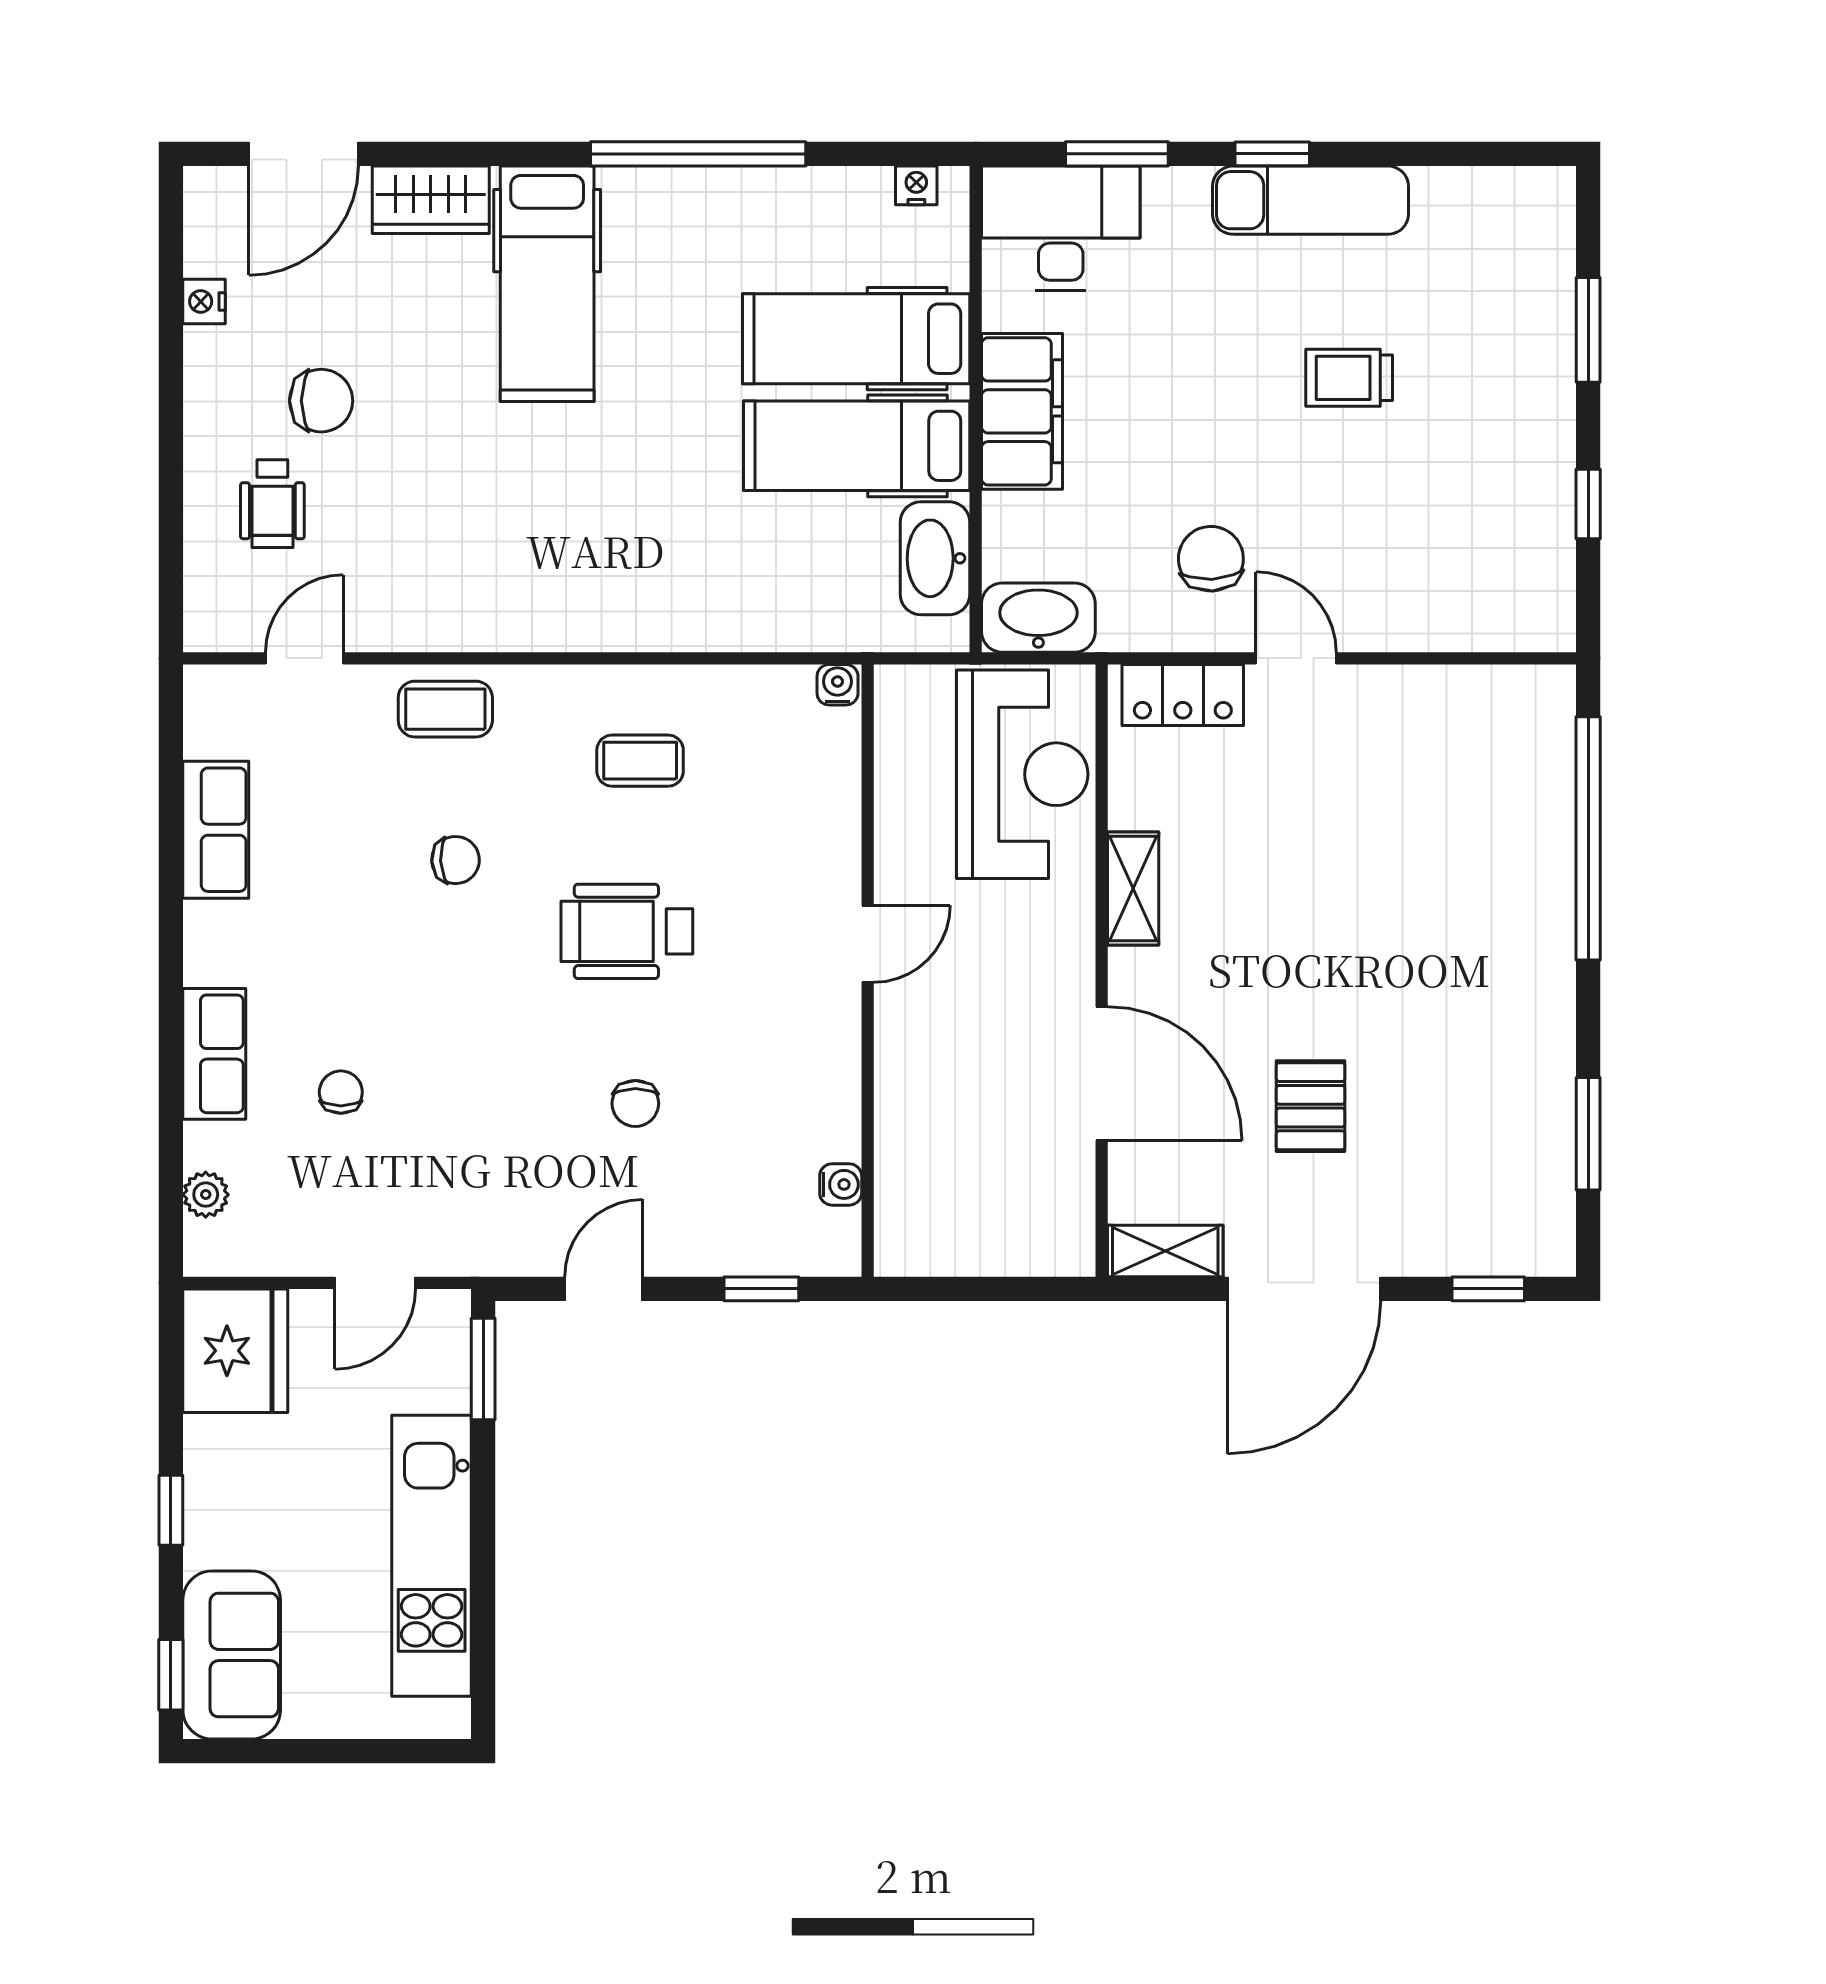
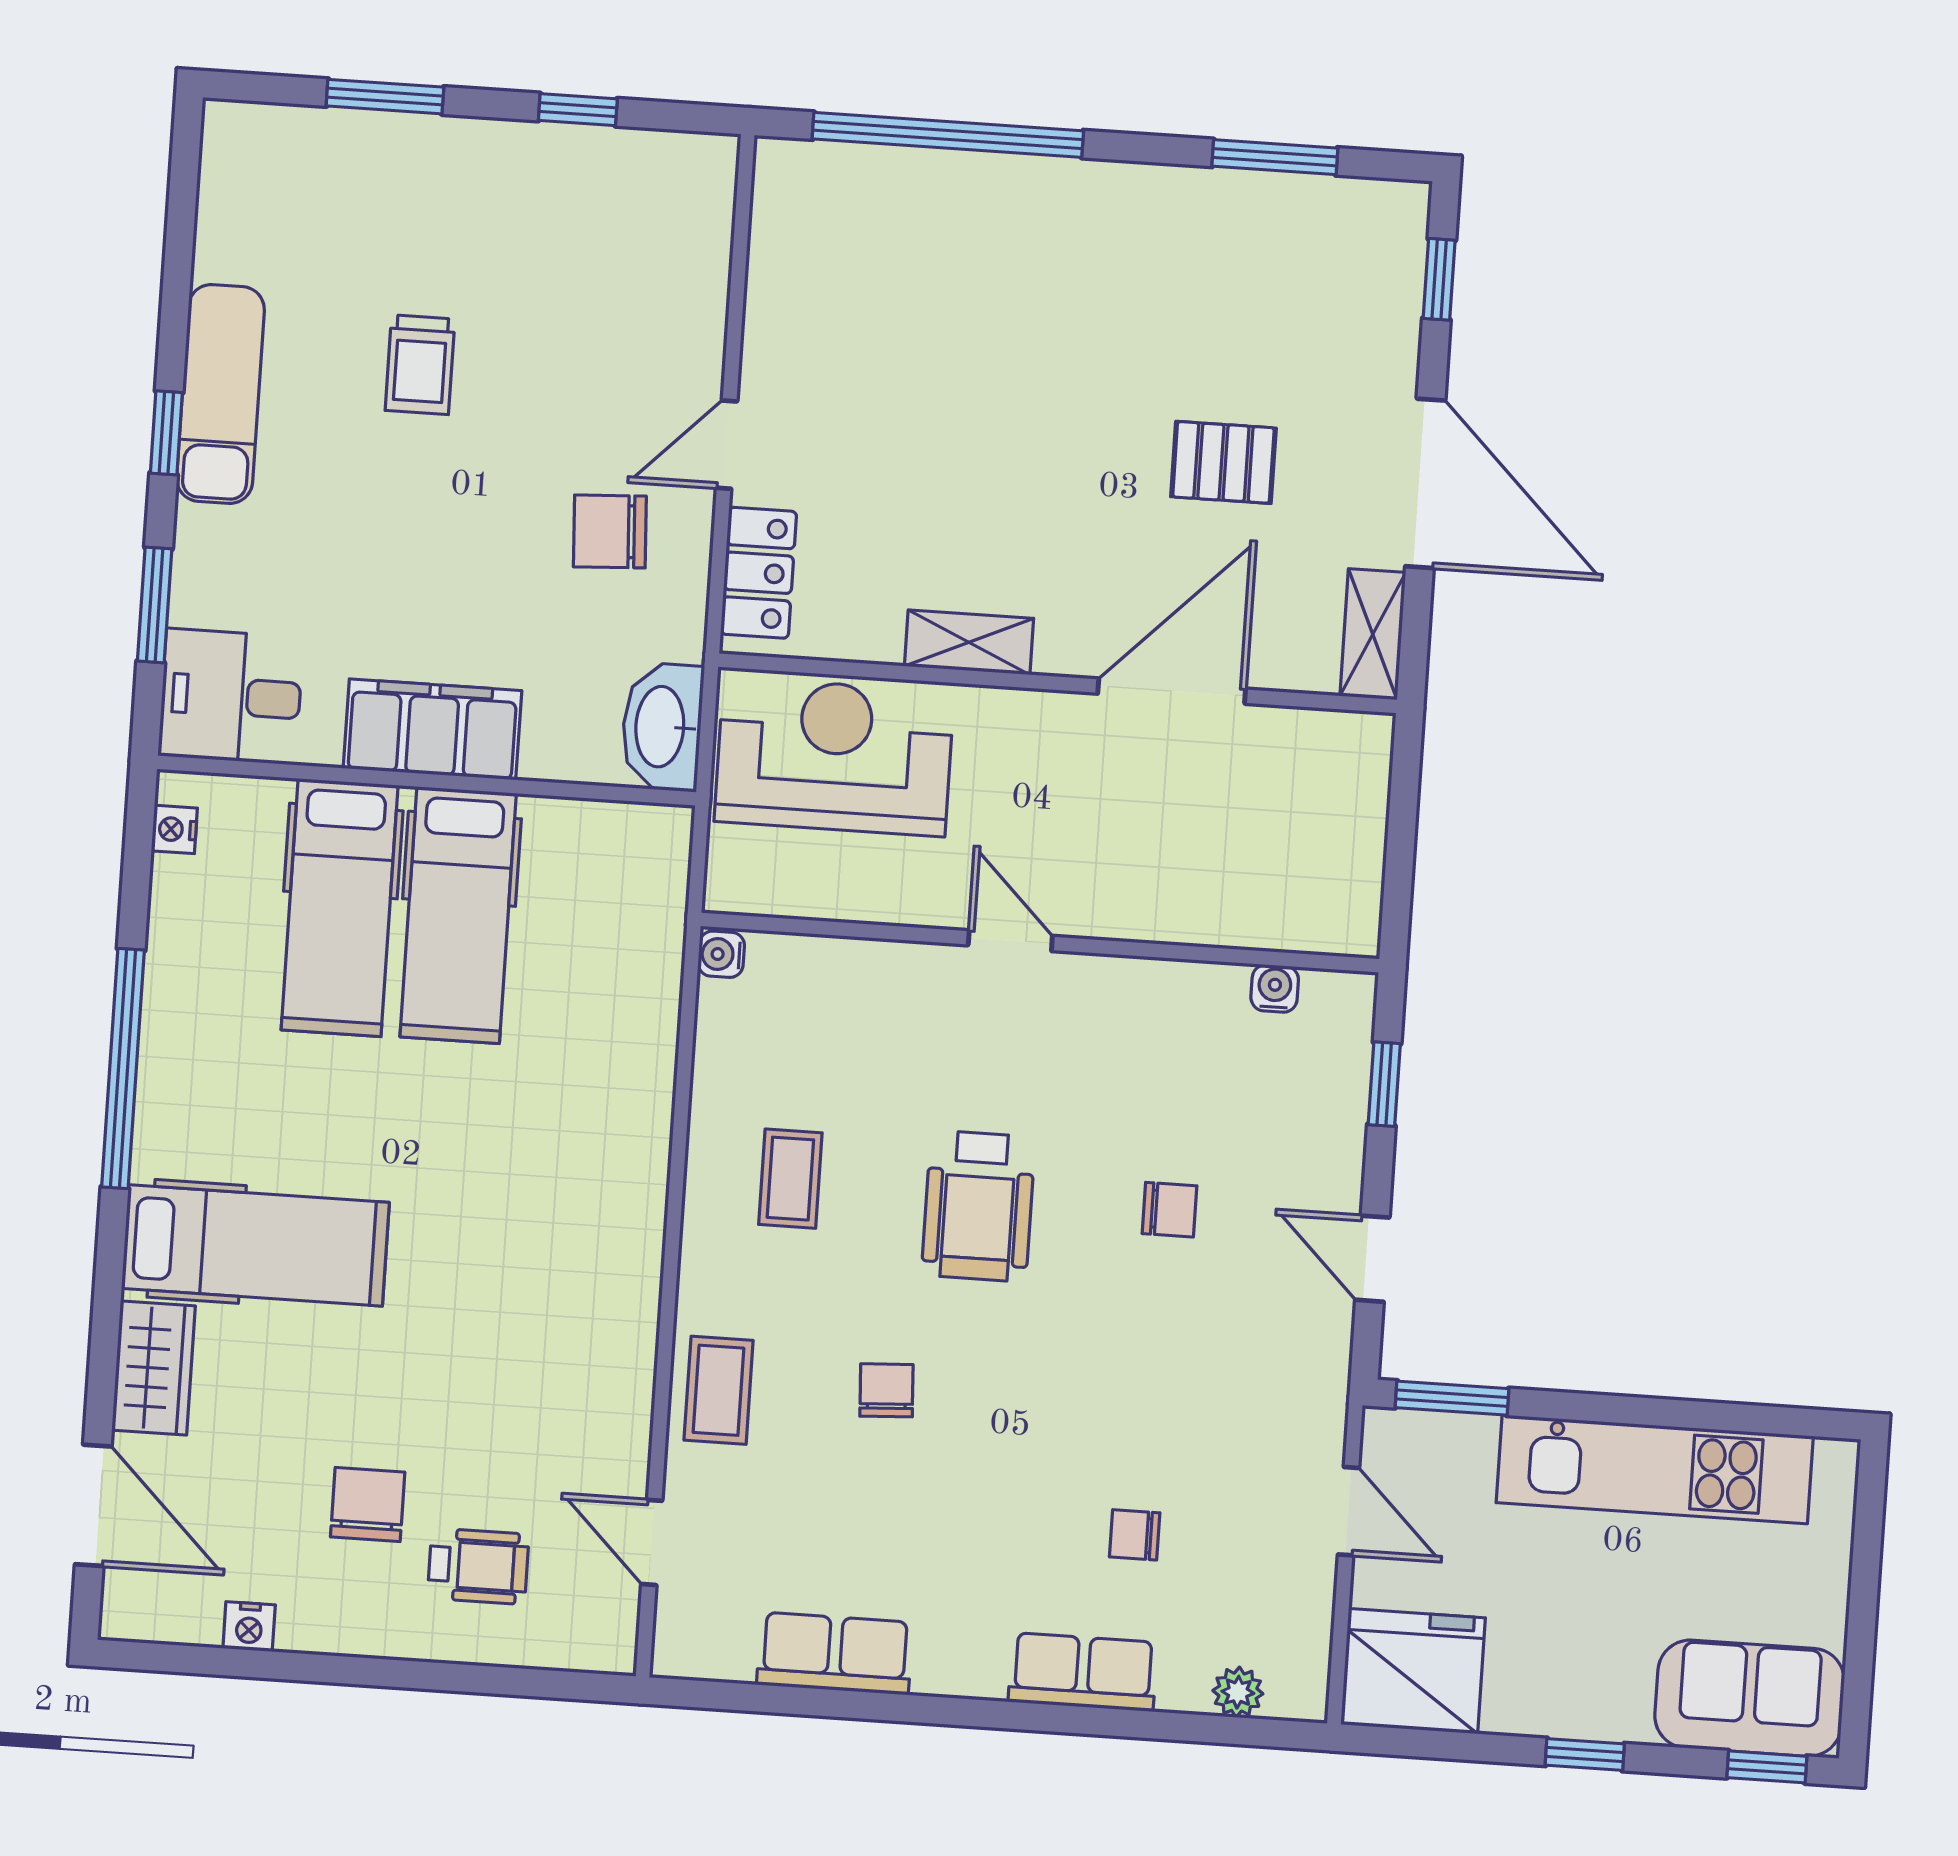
desk: (1061, 228) -> (231, 696), width x0.73
washbasin: (935, 558) -> (589, 837), removed

